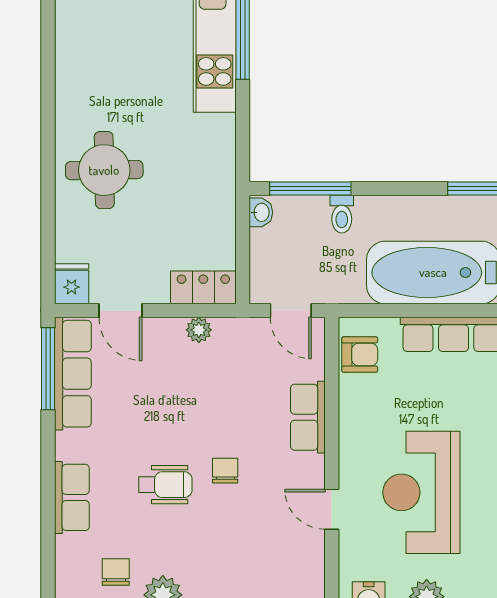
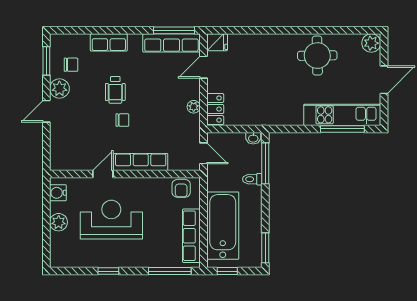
round table: (104, 170) -> (317, 56), moved
door: (291, 311) -> (203, 153), swing flipped
row of seats: (308, 417) -> (141, 162), width x1.48

